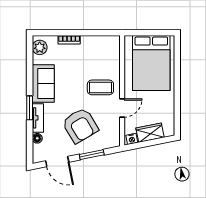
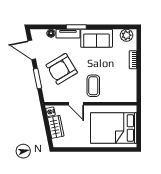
door: (57, 162) -> (32, 50), hinge flipped

